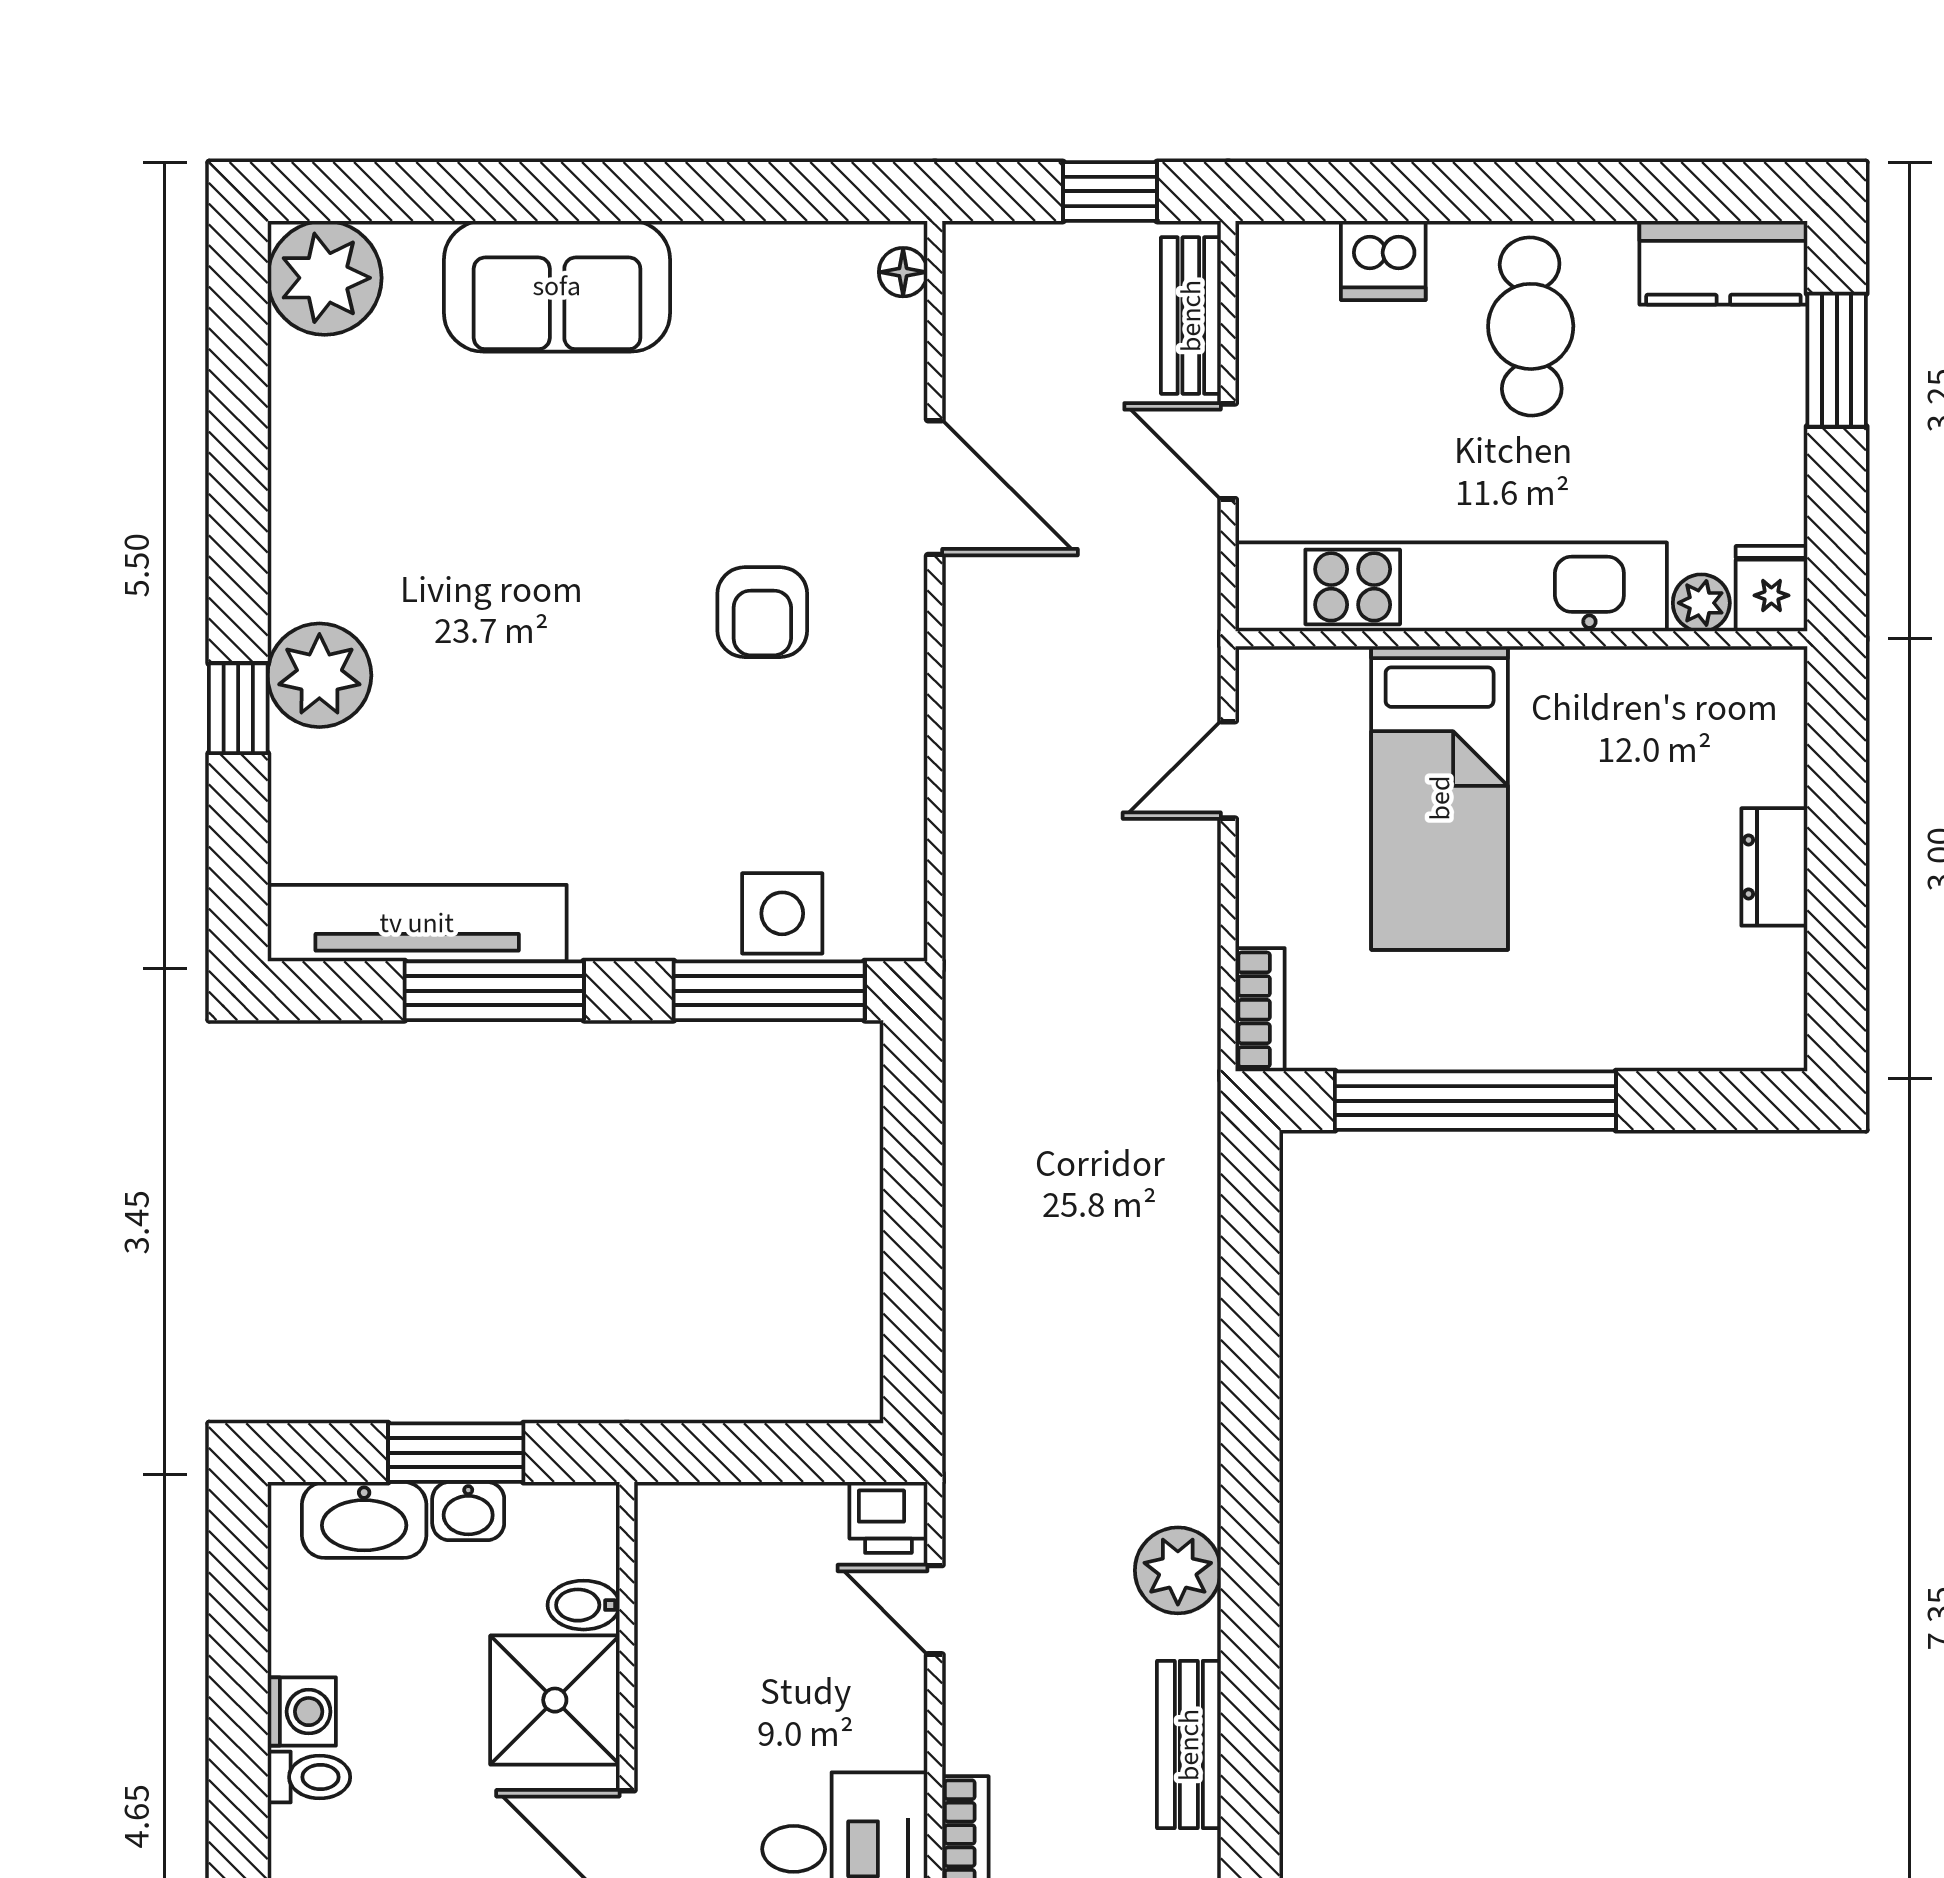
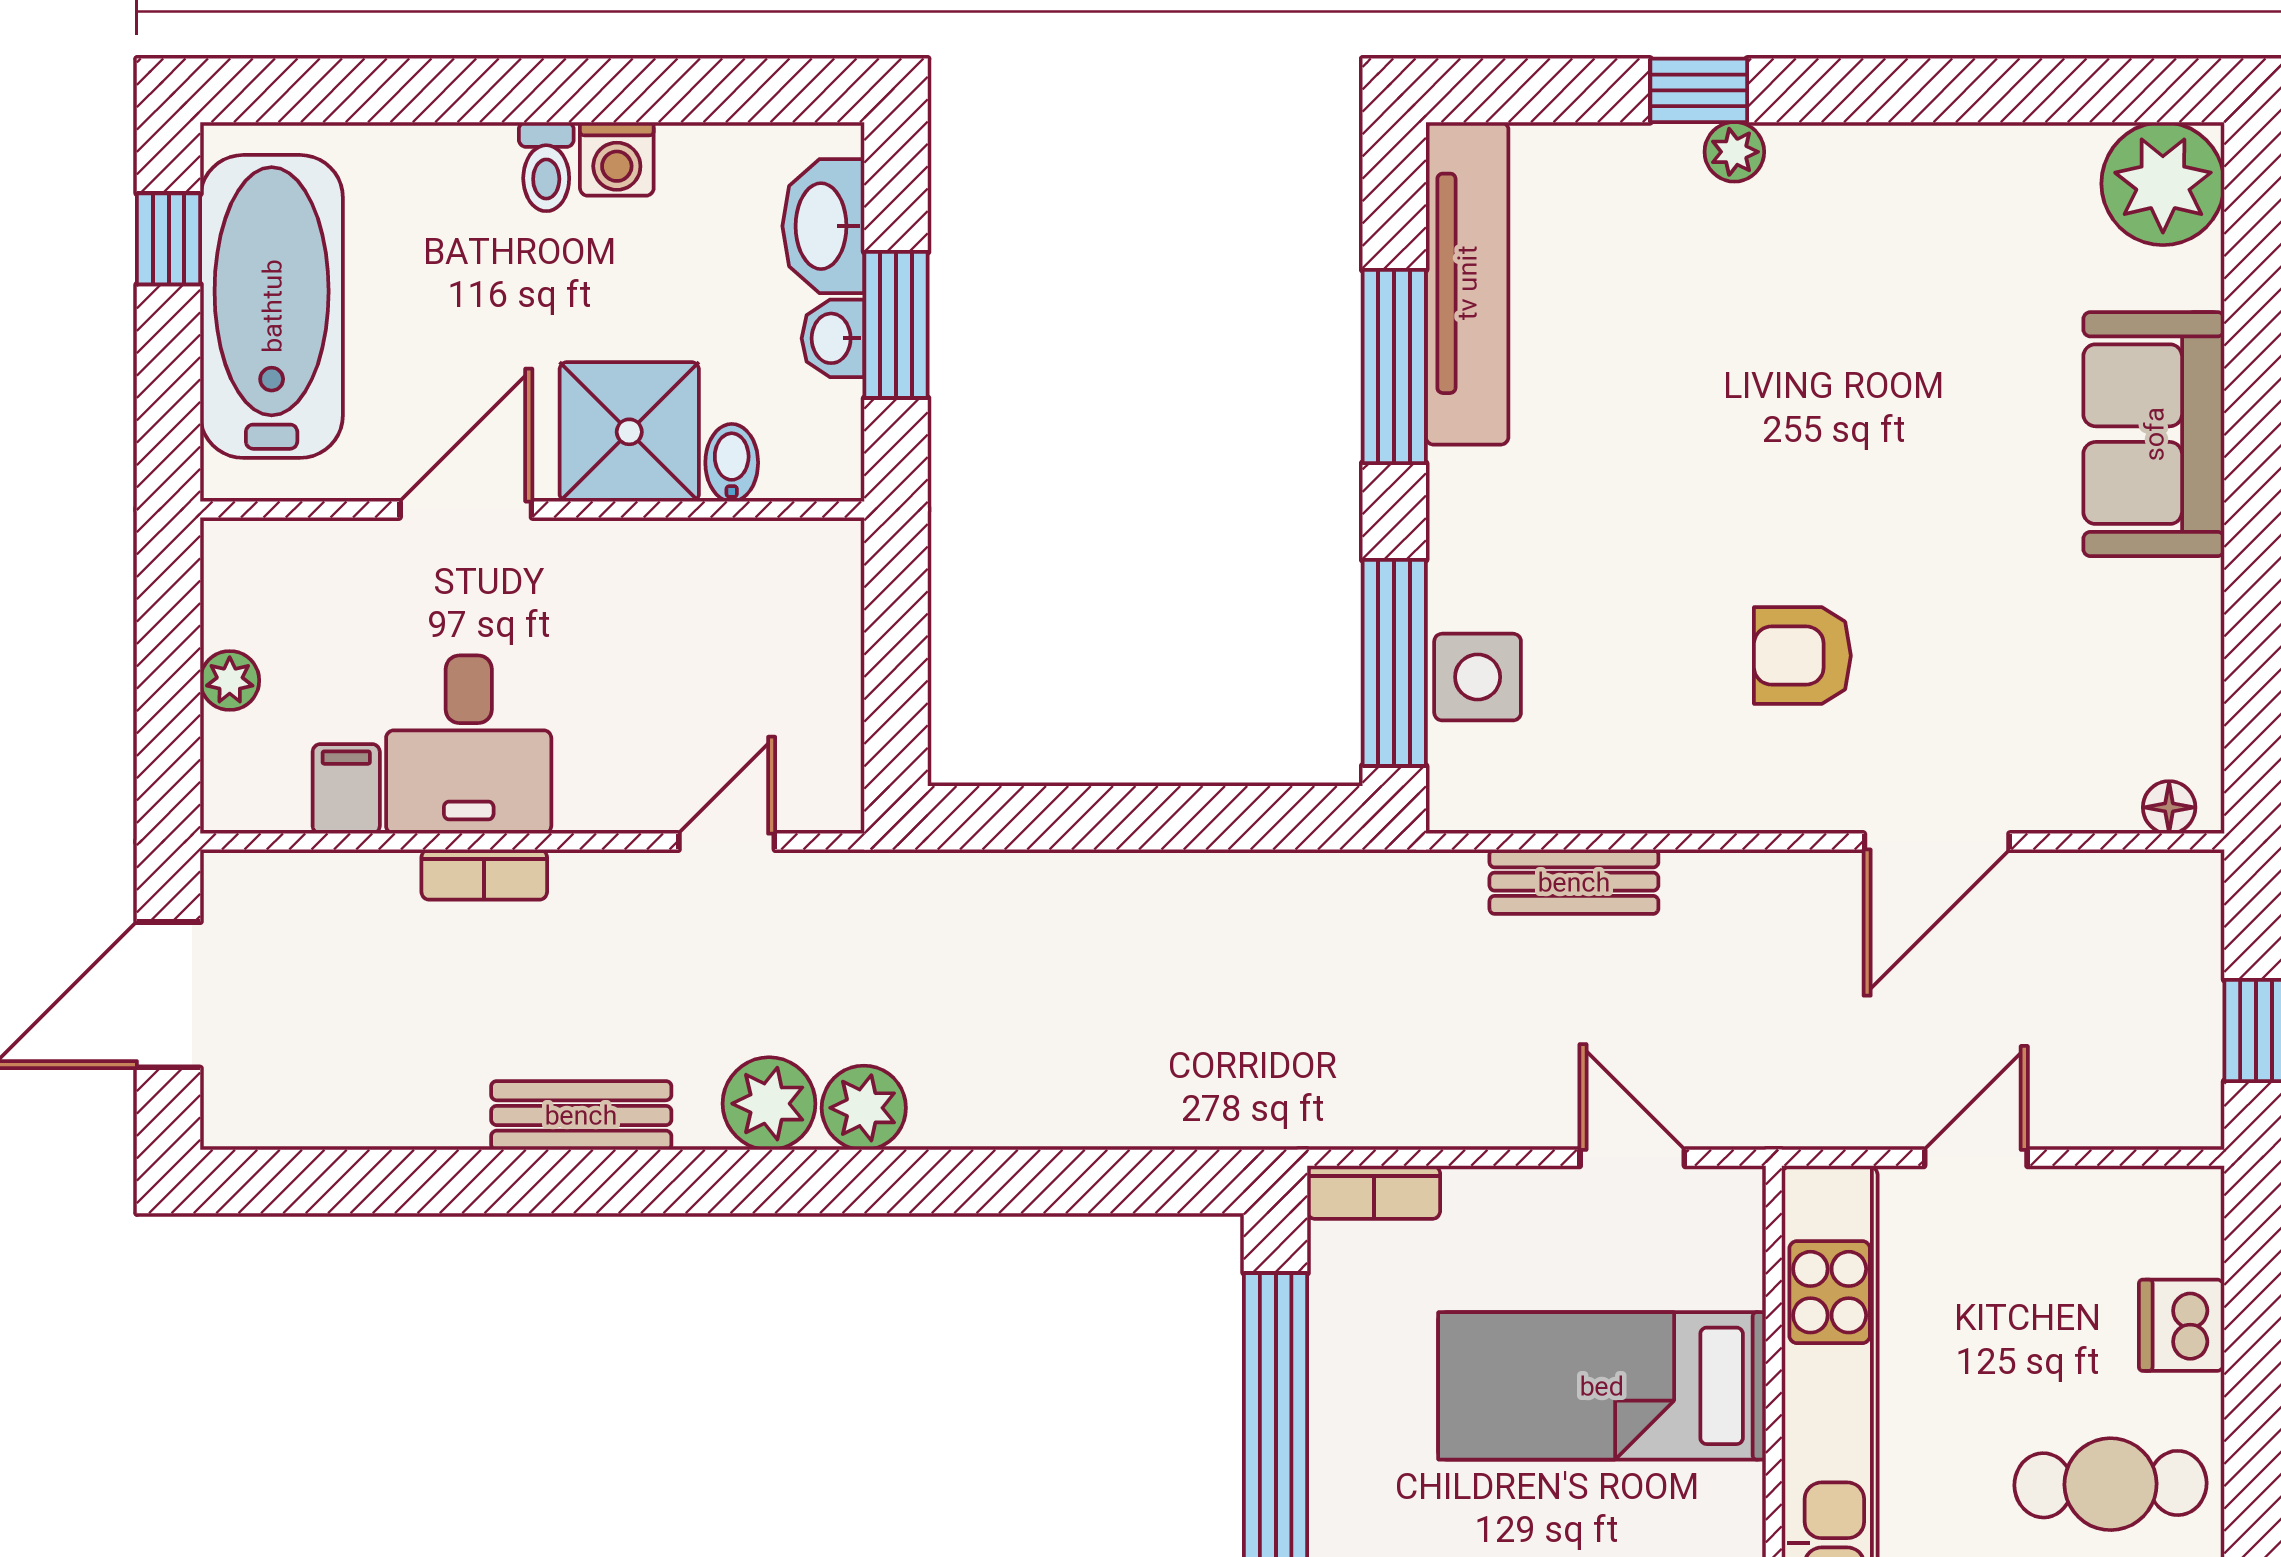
bench: (1191, 316) -> (1574, 882), moved
plant: (319, 675) -> (1734, 152), width x0.53, depth x0.53
plant: (1182, 1482) -> (864, 1108), added
printer: (888, 1517) -> (826, 792), removed

